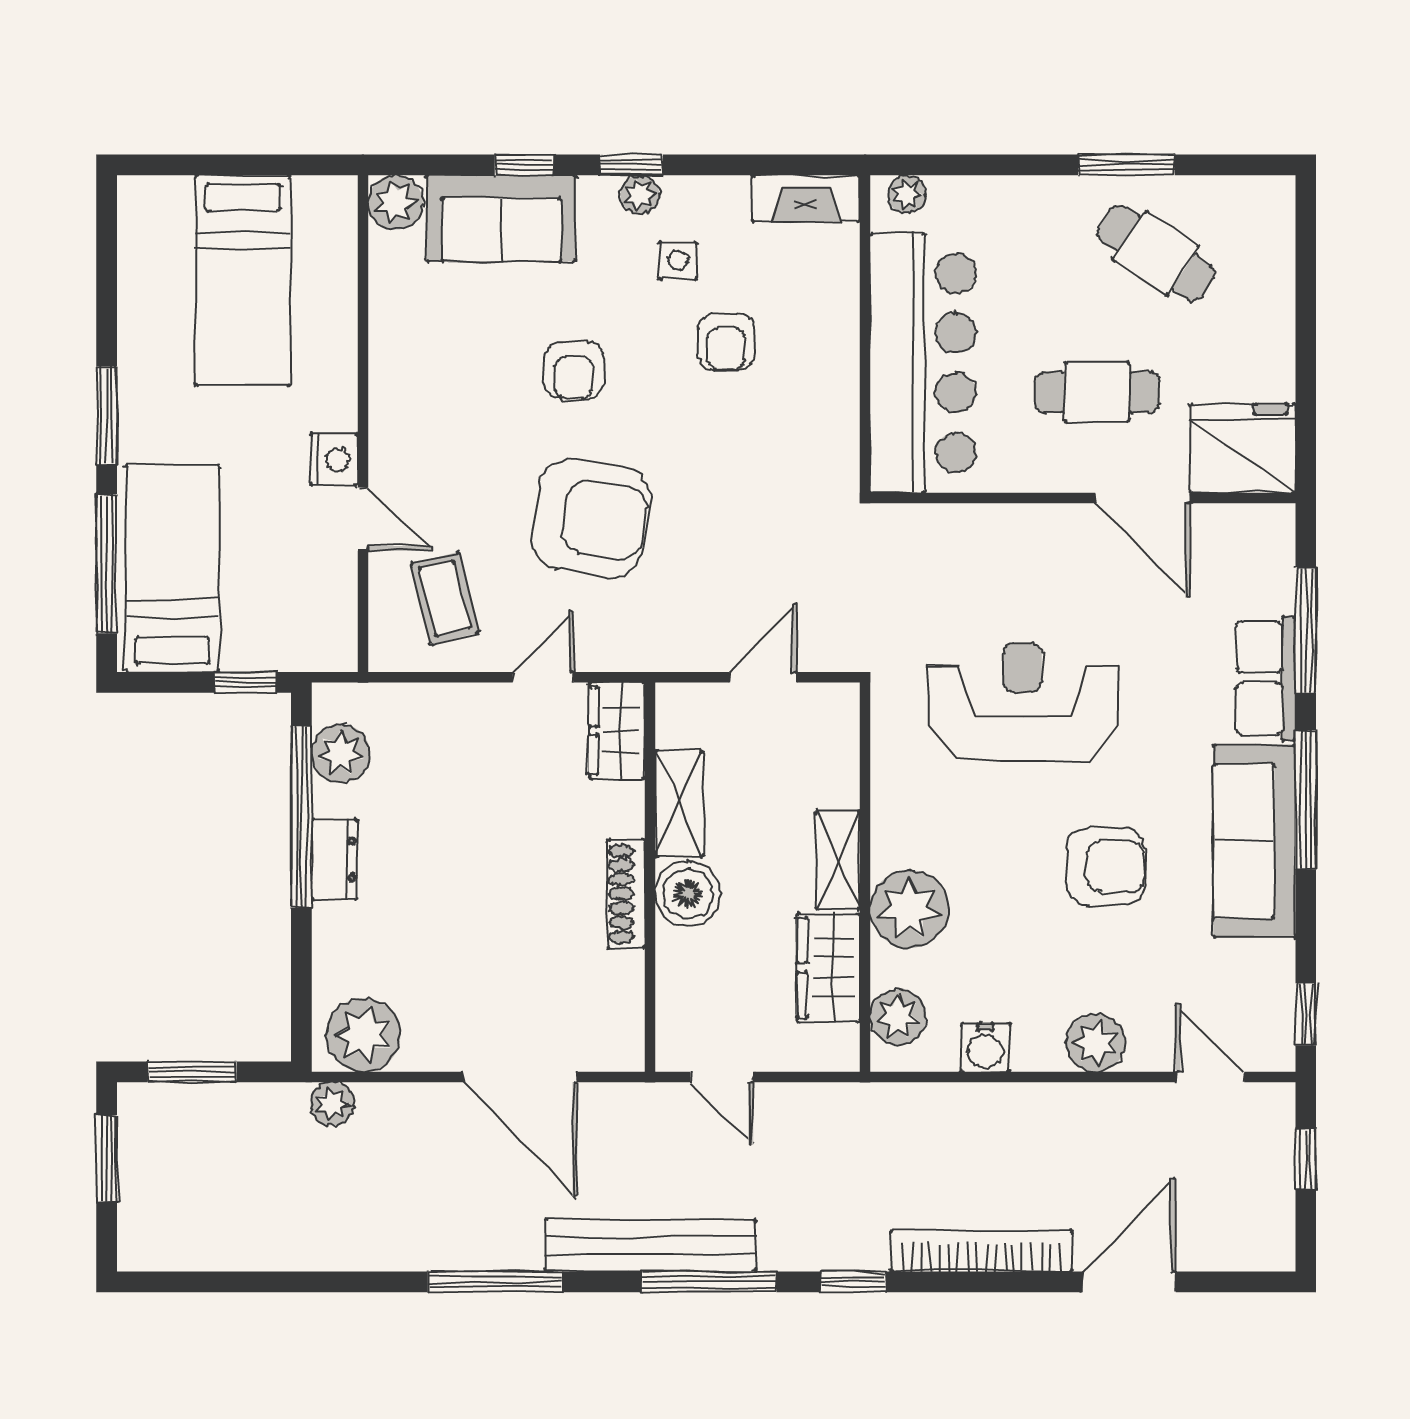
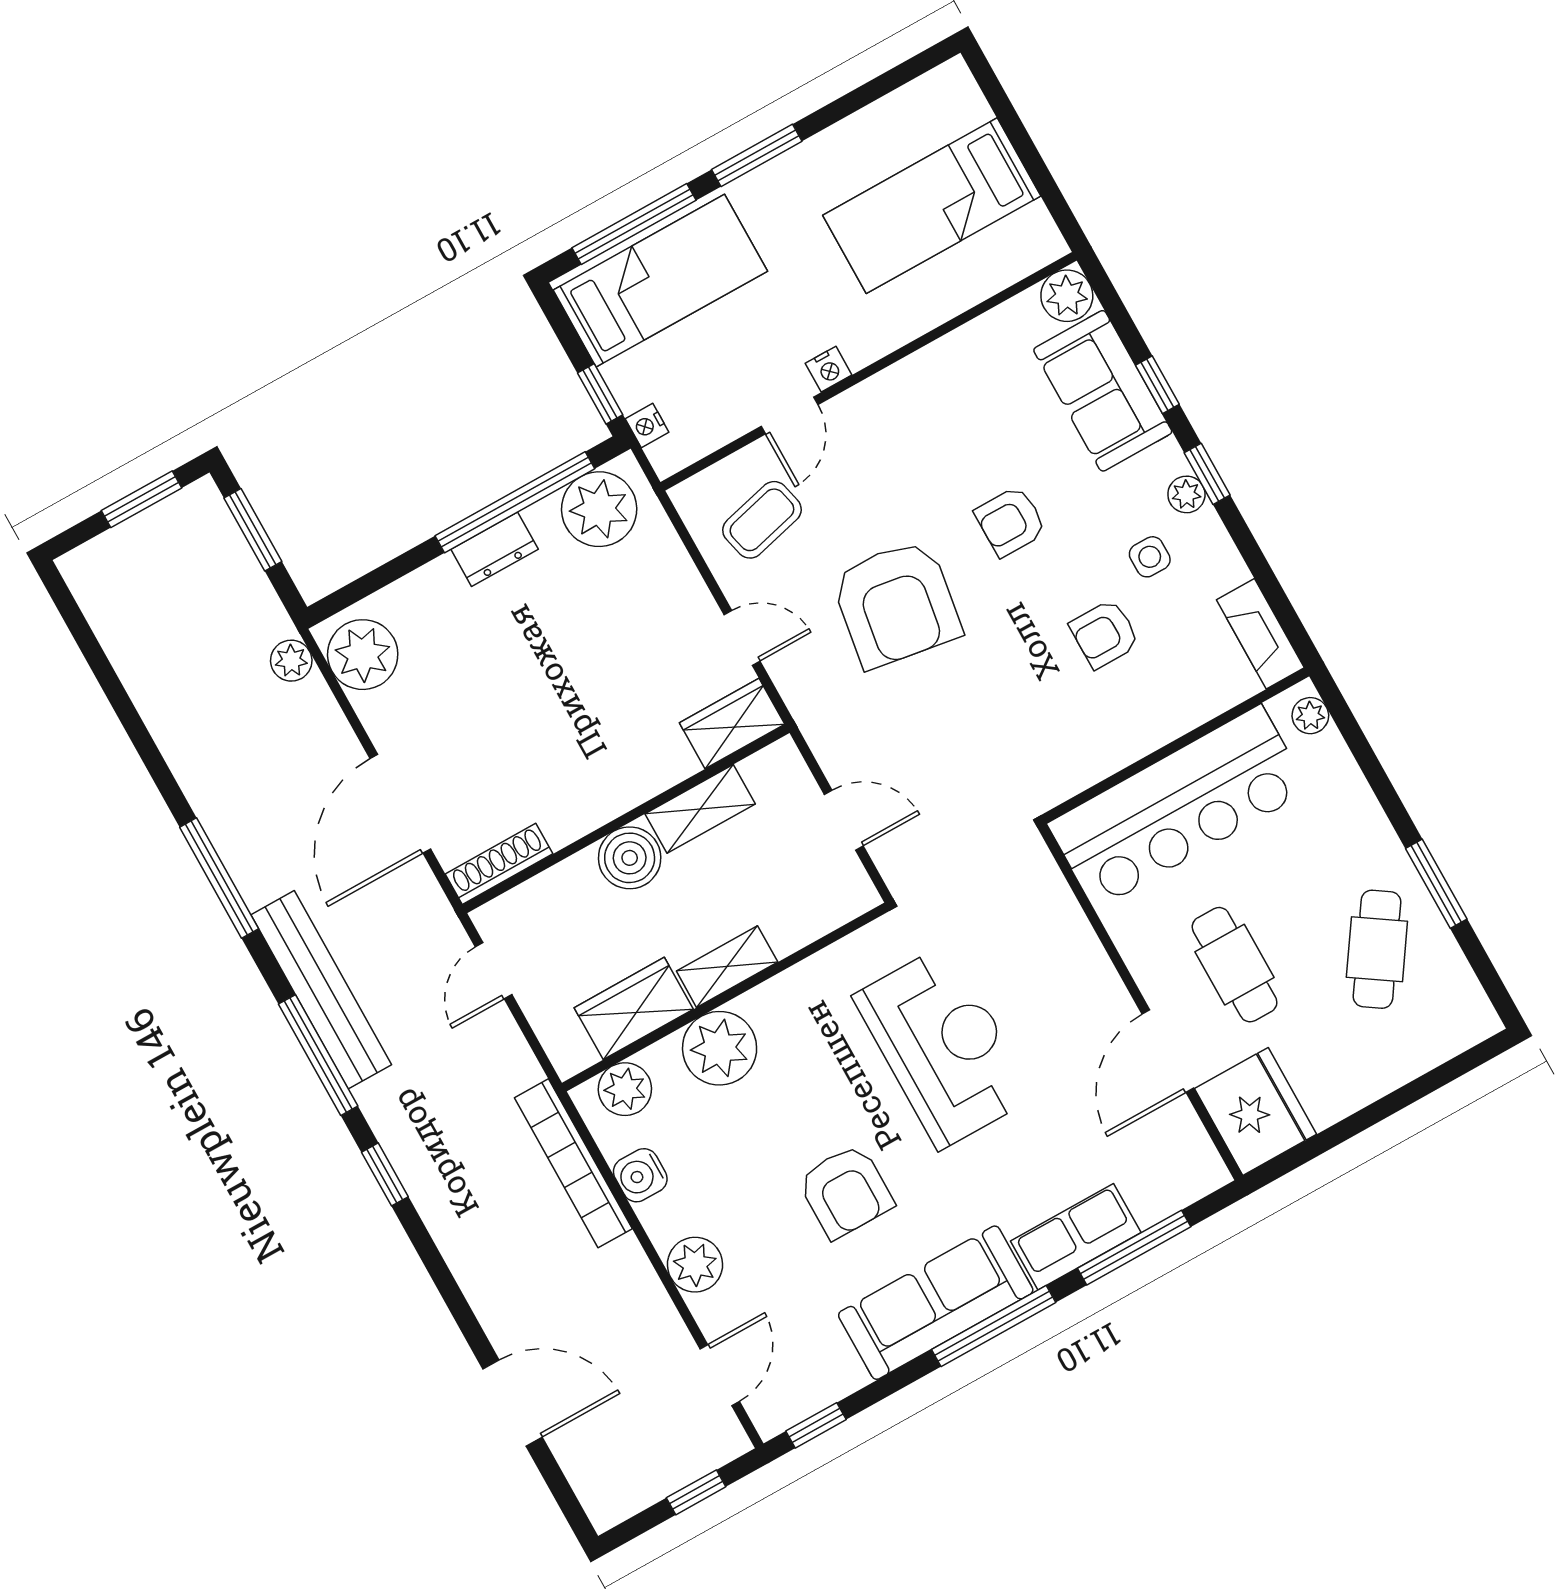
nightstand: (334, 459) -> (829, 369), width x0.72, depth x0.74
nightstand: (299, 656) -> (647, 425), added
plant: (341, 753) -> (599, 509), width x1.36, depth x1.36
shoe rack: (626, 894) -> (499, 864), moved
bookcase: (981, 1251) -> (573, 1163), moved, turned 180

